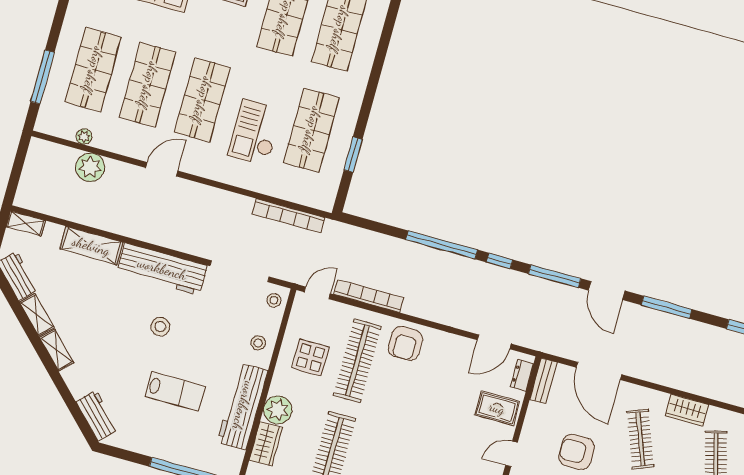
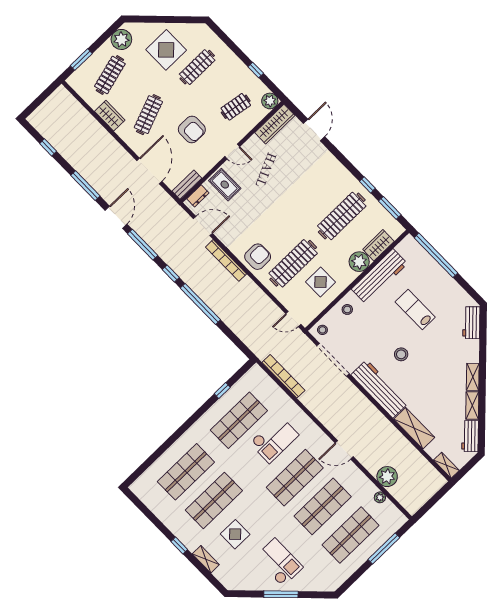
window: (353, 155) -> (222, 390), width x0.67
bookcase: (368, 296) -> (226, 260), moved

